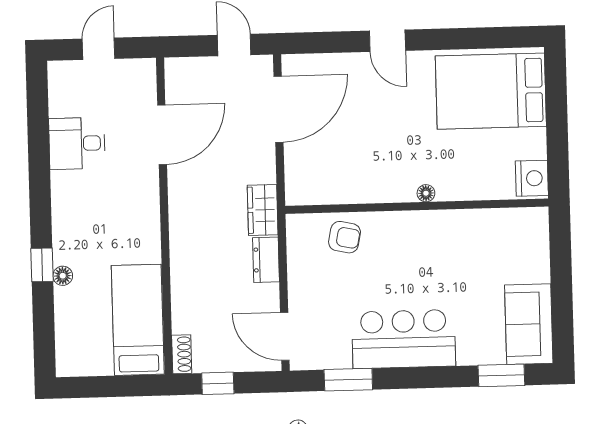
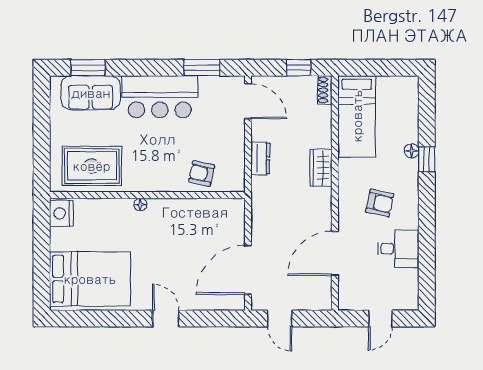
armchair: (104, 204) -> (380, 203), added
wardrobe: (263, 210) -> (321, 168), moved, turned 180
rug: (492, 243) -> (92, 166), added
sofa: (529, 324) -> (91, 93), moved, turned 90

